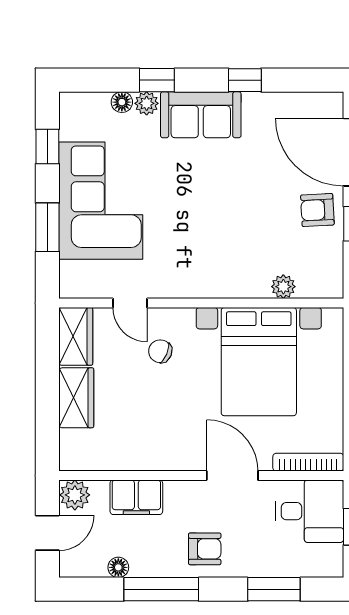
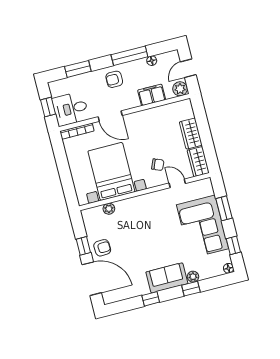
floor lamp: (122, 102) -> (228, 268), moved

